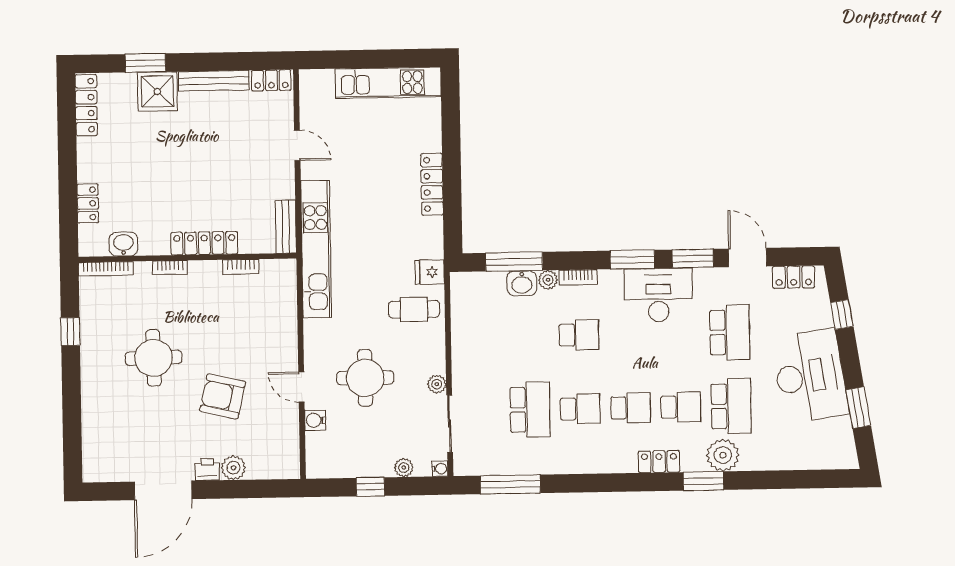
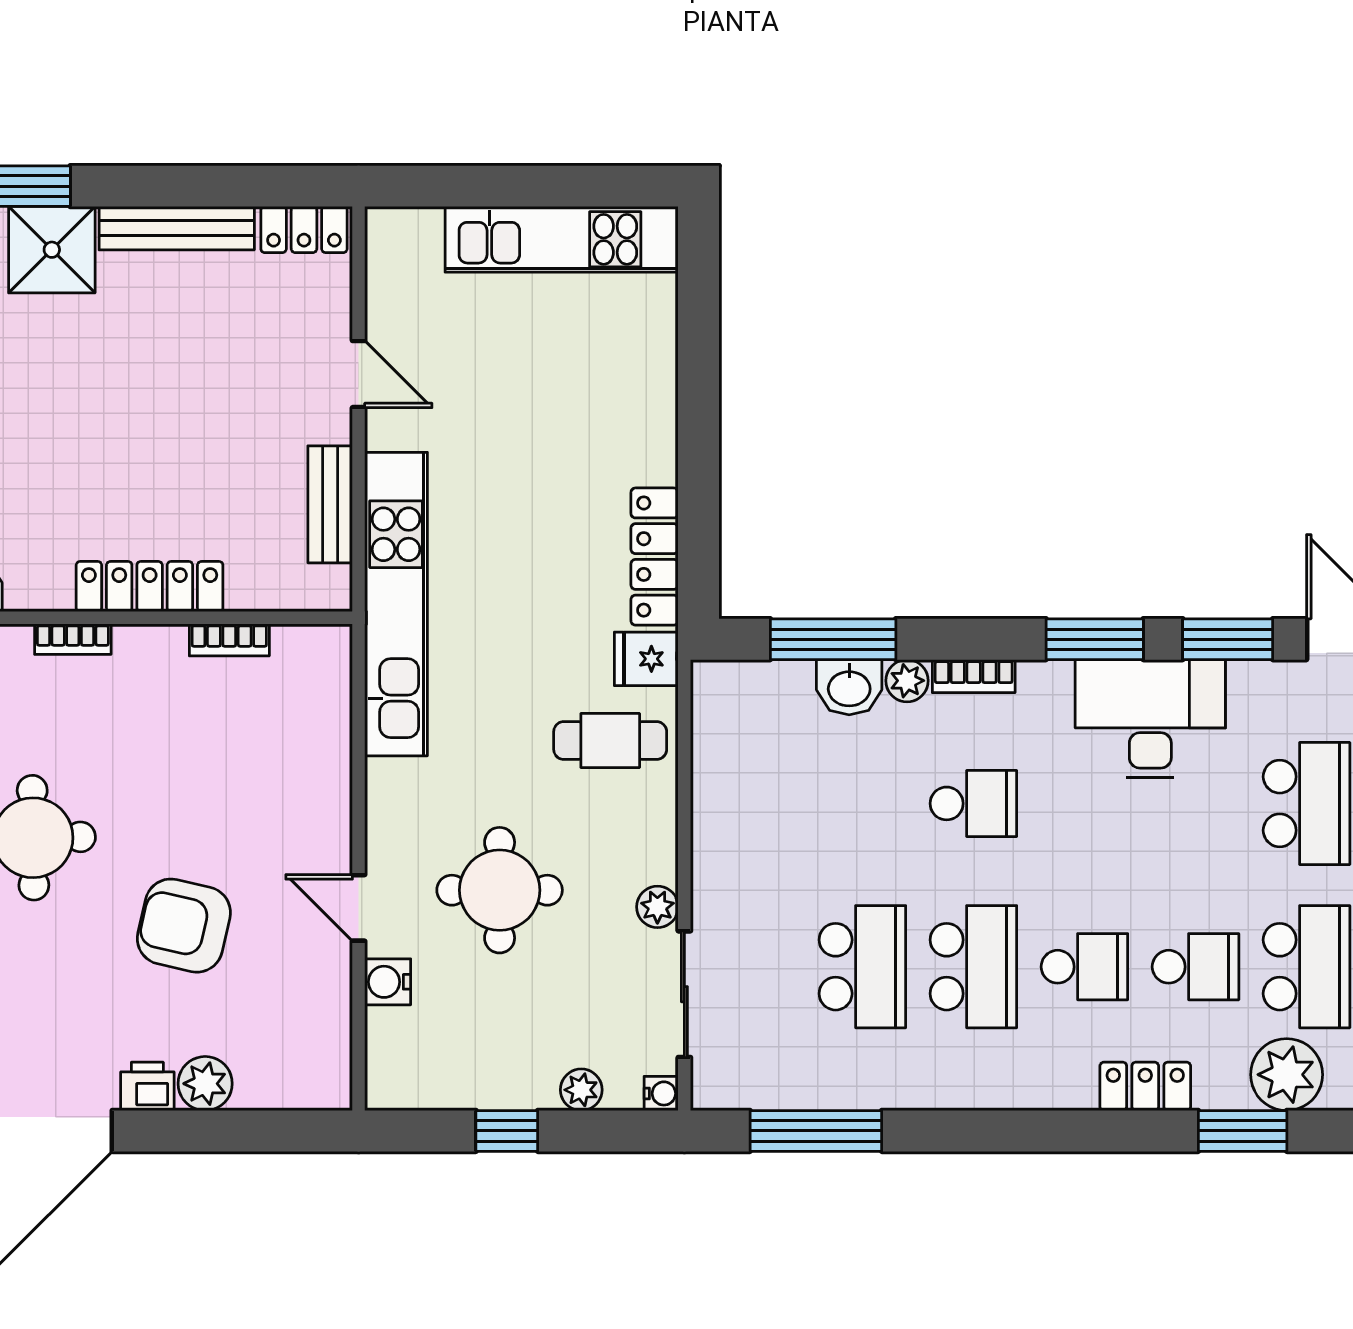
locker: (432, 184) -> (655, 557), moved
bench: (286, 227) -> (330, 504), moved
school desk: (580, 409) -> (973, 967), width x1.85

